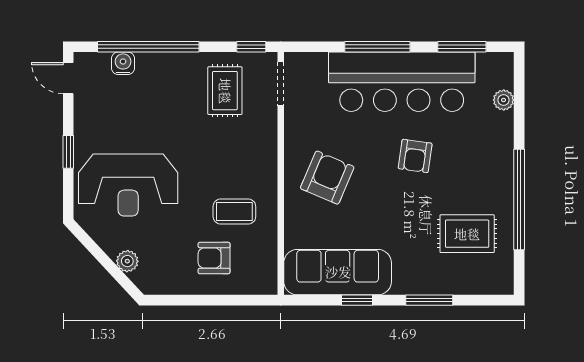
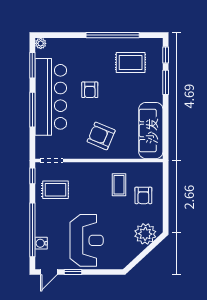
plant: (504, 100) -> (41, 43), moved
window: (68, 152) -> (73, 272), moved
armchair: (415, 156) -> (90, 90), turned 82
reception desk: (128, 185) -> (87, 240), moved
rug: (467, 234) -> (131, 62), turned 90
plant: (127, 261) -> (145, 234), width x1.88, depth x1.88
window: (357, 300) -> (166, 55), moved

